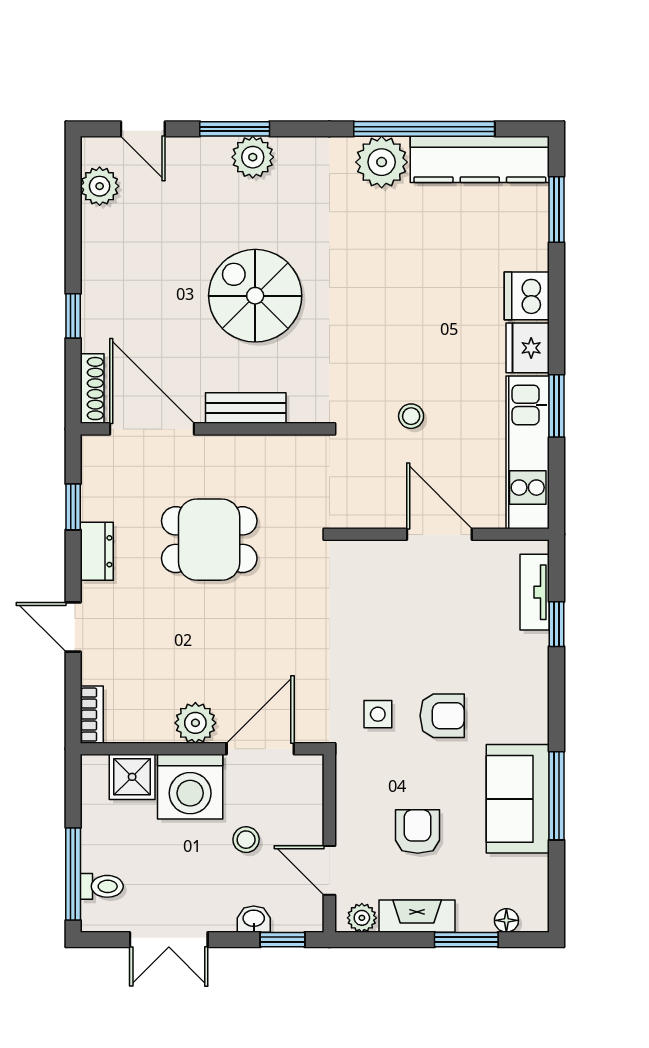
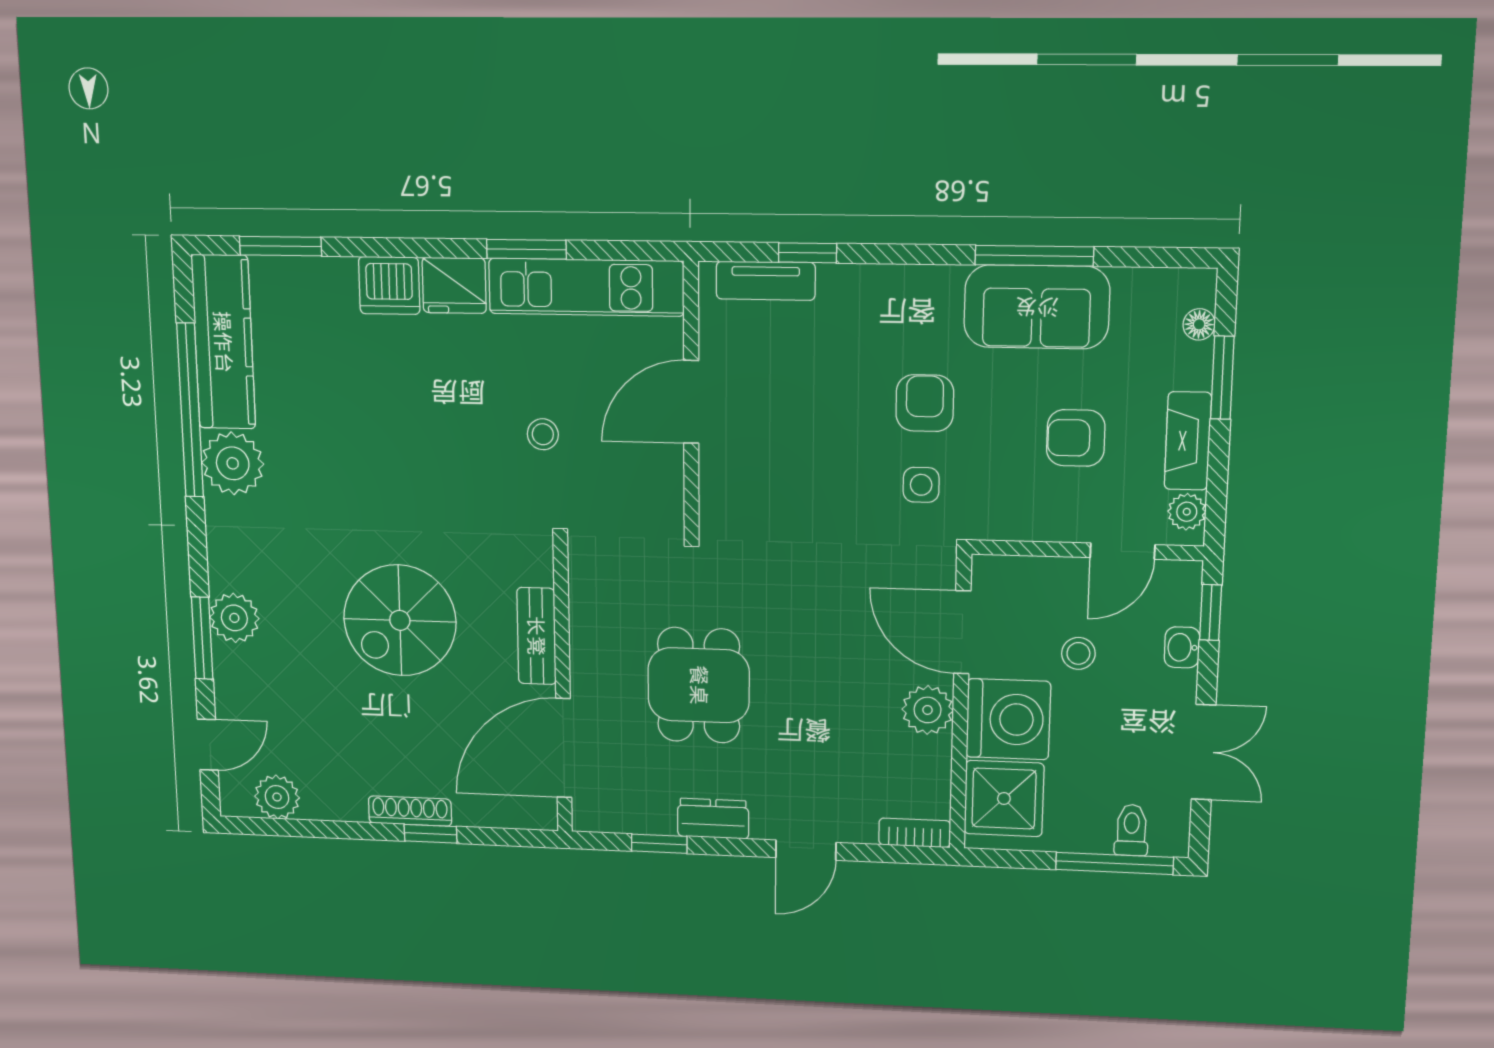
shoe rack: (92, 389) -> (410, 811), moved
shower: (132, 777) -> (1004, 799), width x1.36, depth x1.36

